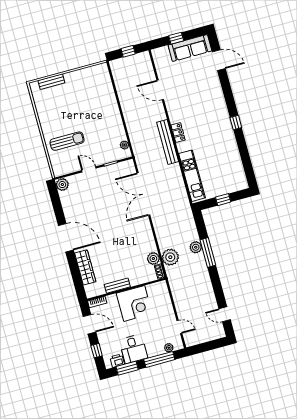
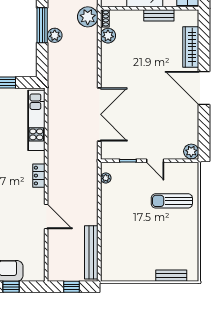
door: (160, 90) -> (46, 216), moved
bench: (168, 142) -> (91, 252), moved
plant: (170, 257) -> (88, 17), moved

